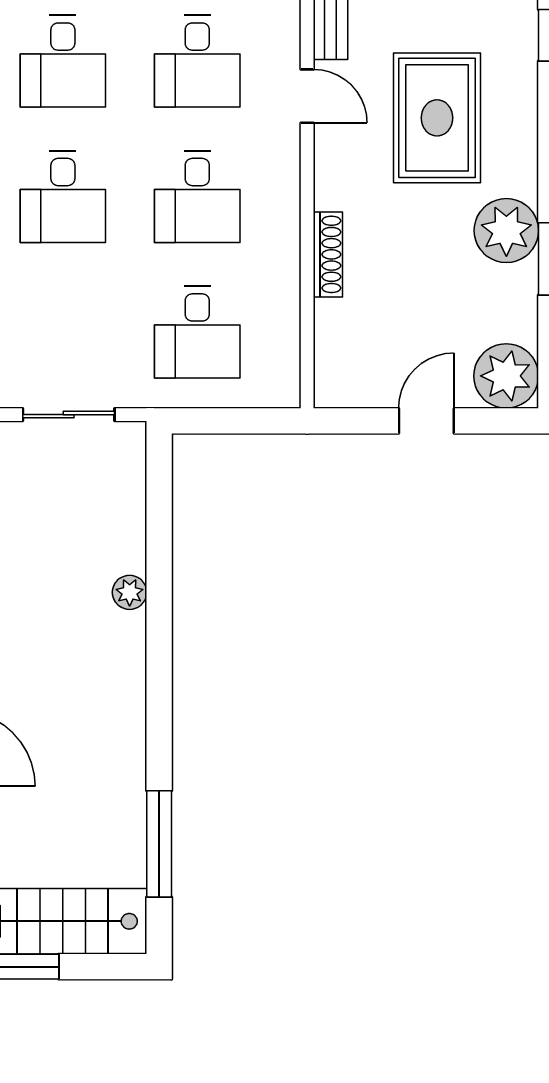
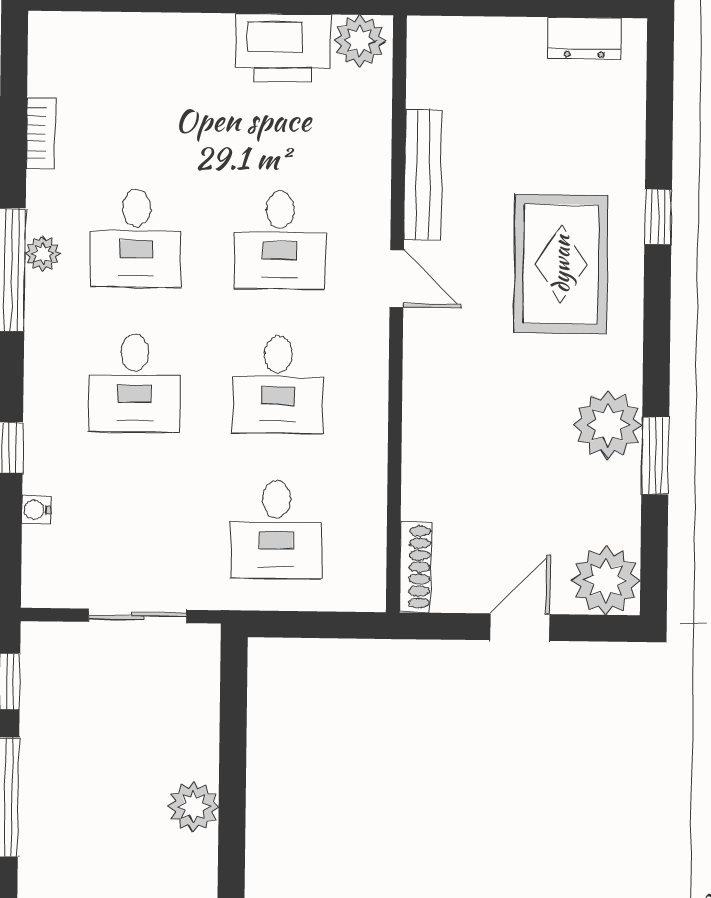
rug: (437, 118) -> (561, 264), moved
shoe rack: (328, 254) -> (415, 567), moved
plant: (130, 592) -> (194, 807), width x1.38, depth x1.38

